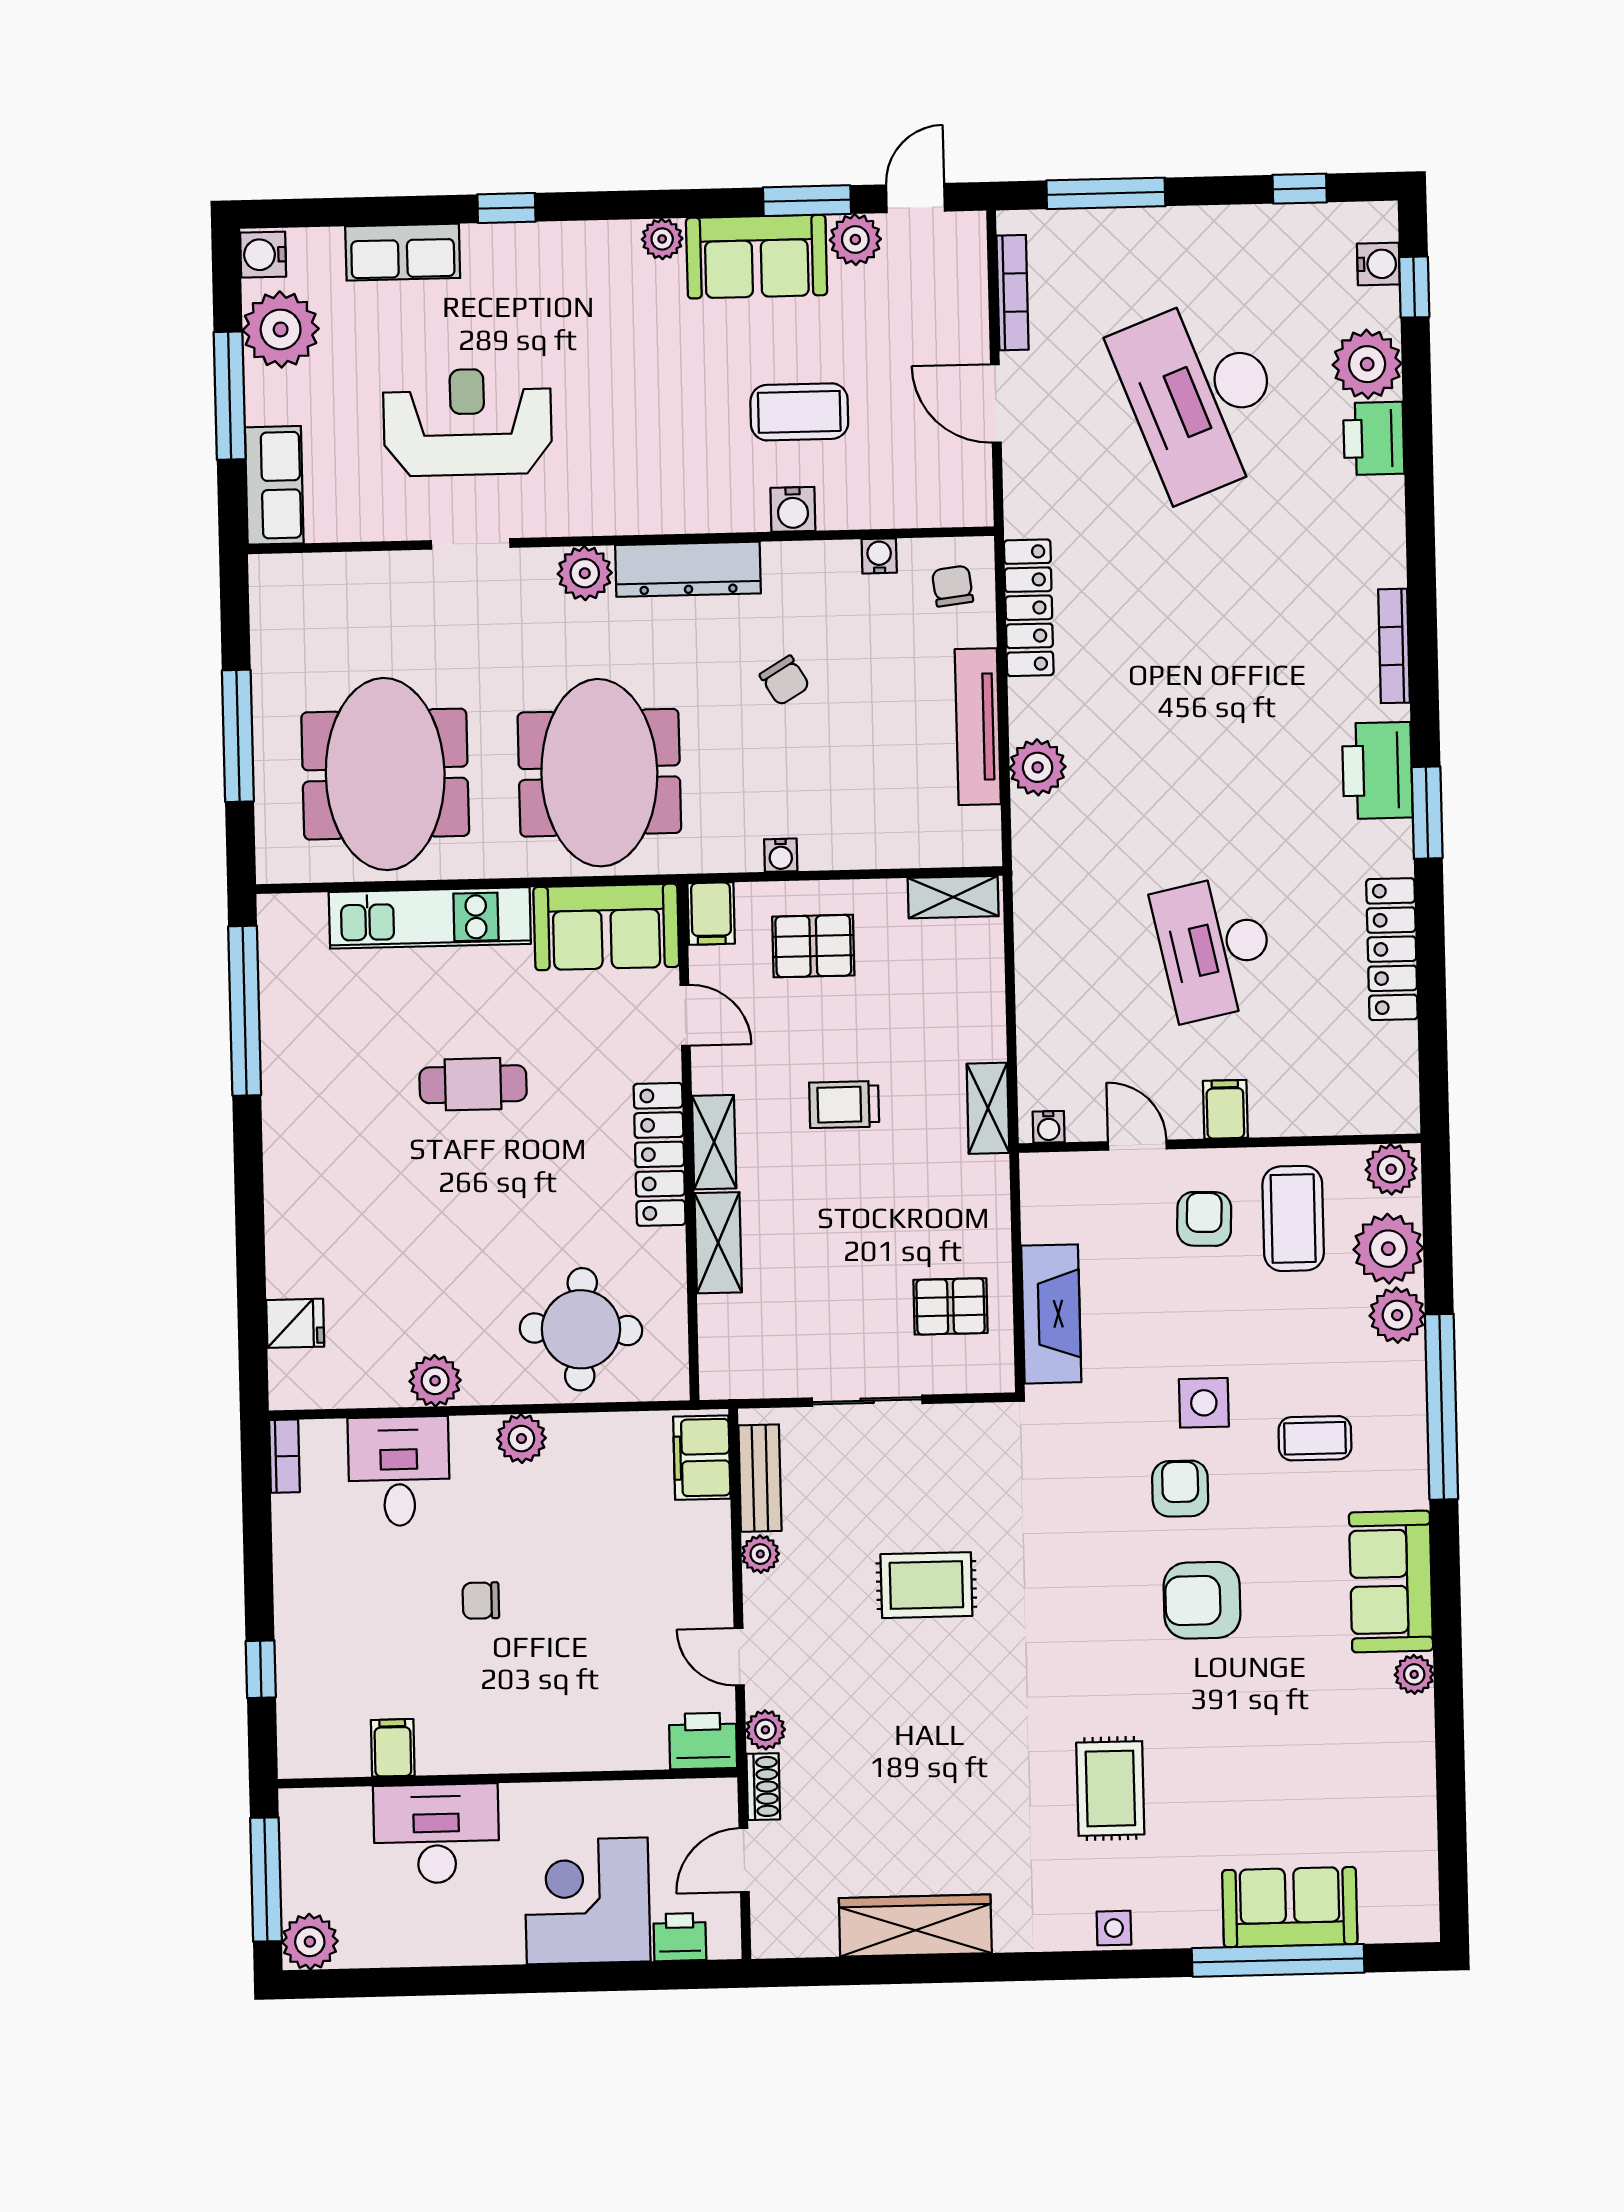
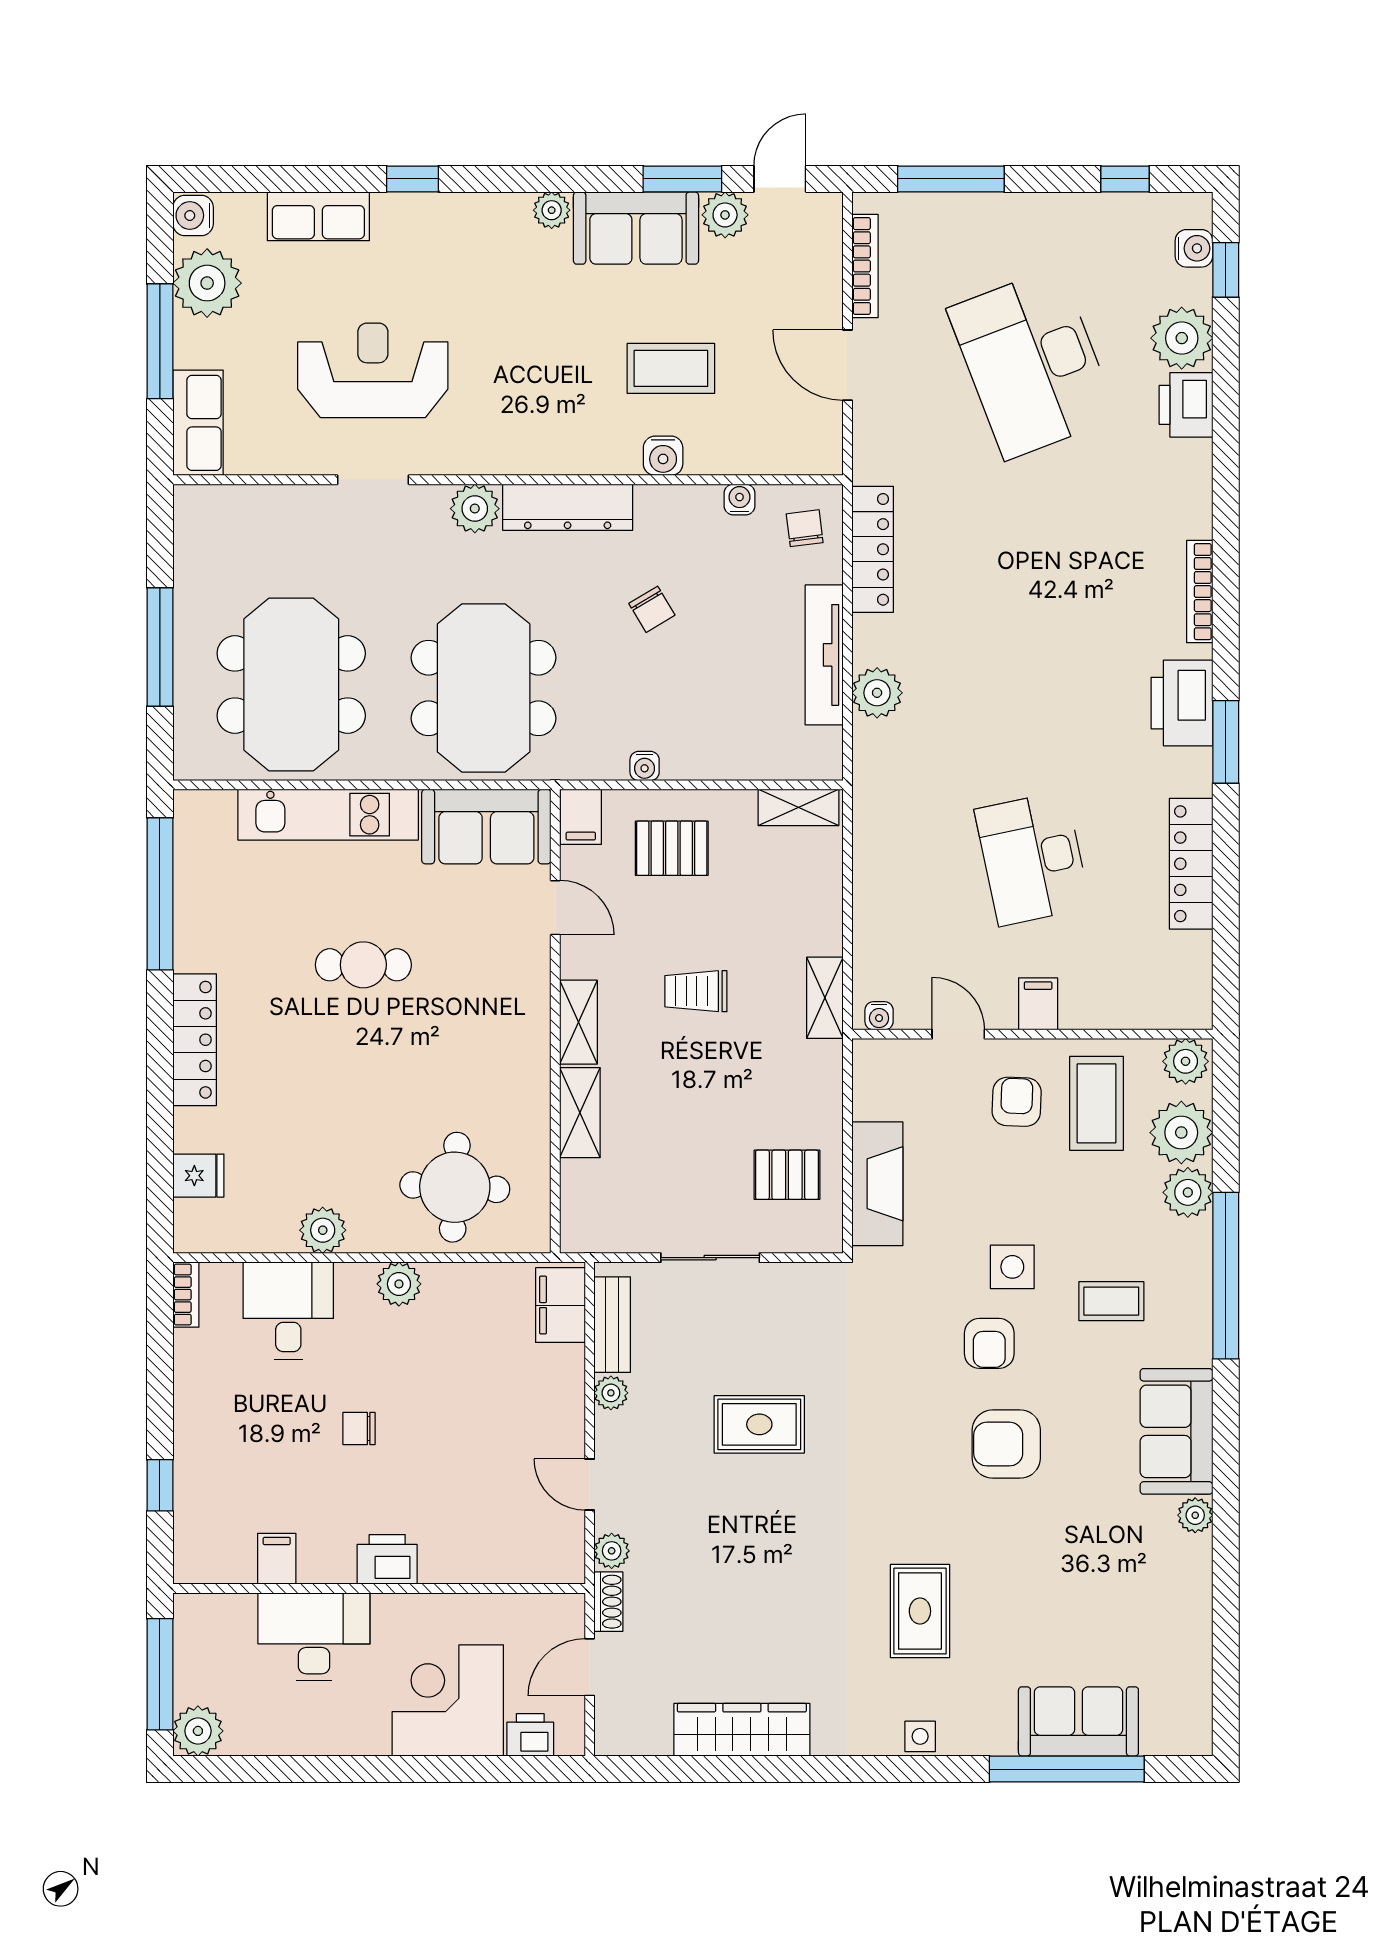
locker: (660, 1154) -> (195, 1040), moved, turned 180
armchair: (1180, 1489) -> (989, 1343), turned 180
printer: (703, 1741) -> (387, 1559), moved

